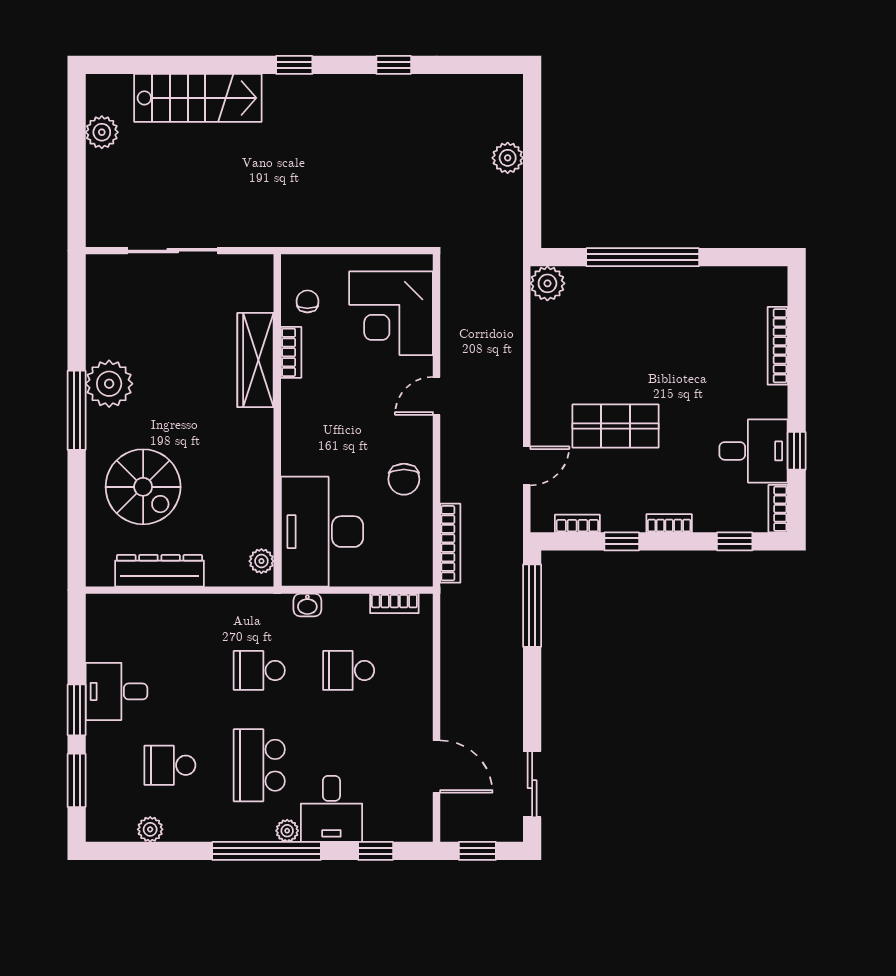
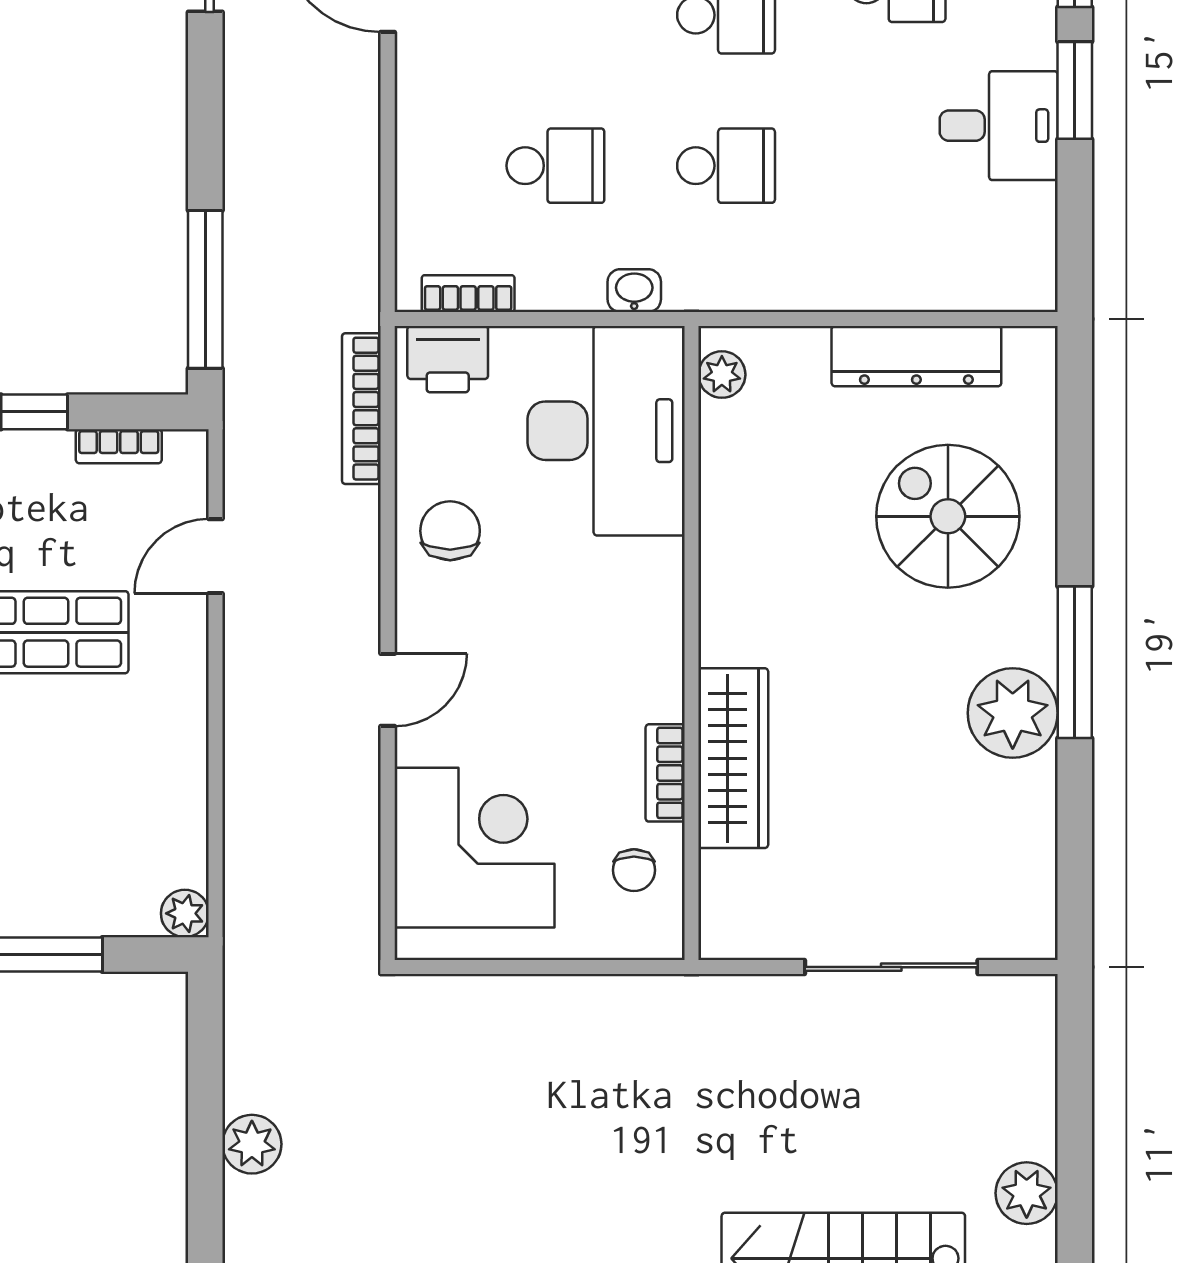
plant: (547, 283) -> (185, 913), width x0.73, depth x0.73
printer: (405, 569) -> (448, 359), added

